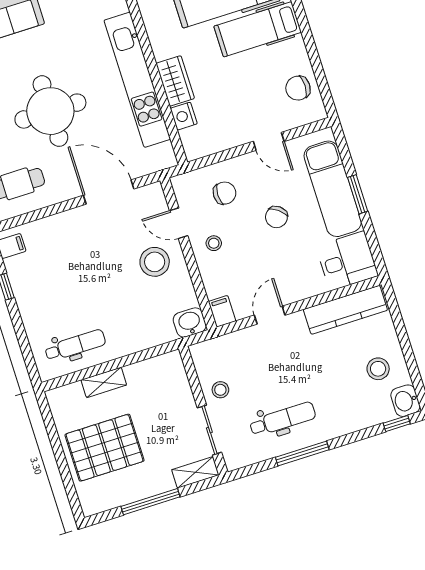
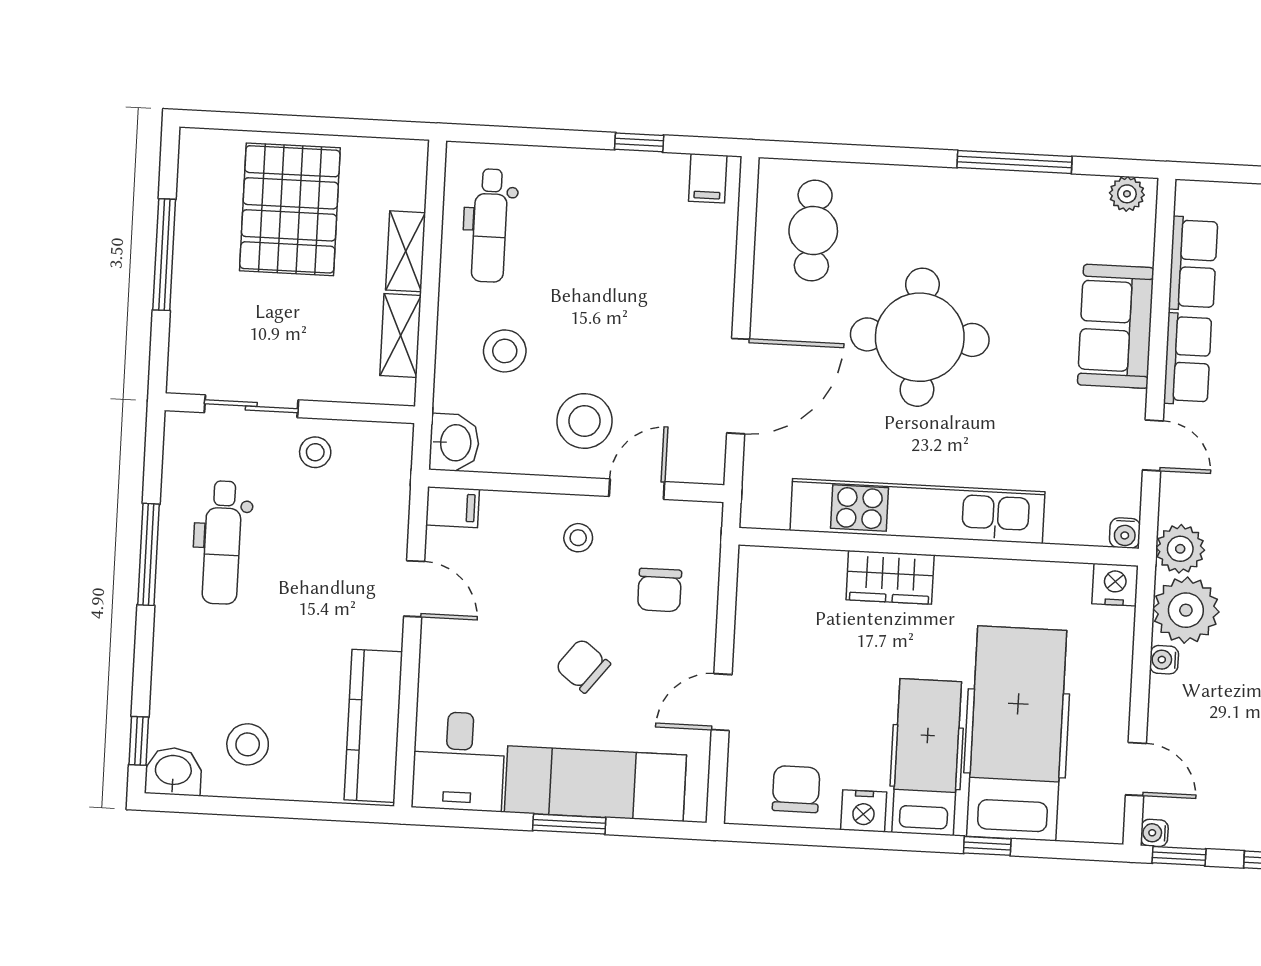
nightstand: (184, 116) -> (864, 811), moved, turned 180
stool: (135, 315) -> (505, 351), added
shelving: (195, 472) -> (400, 336), moved

